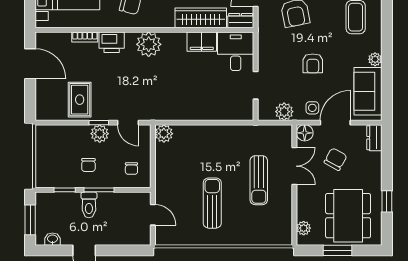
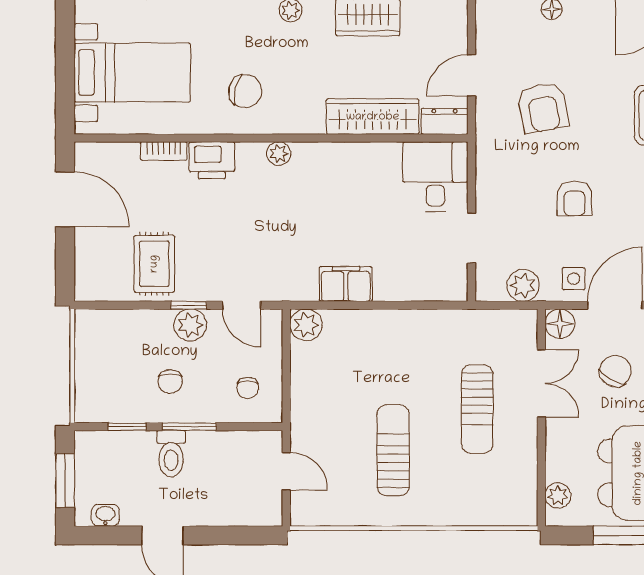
filing cabinet: (202, 42) -> (346, 284), moved, turned 180
plant: (149, 44) -> (279, 154), width x0.53, depth x0.53

